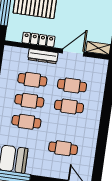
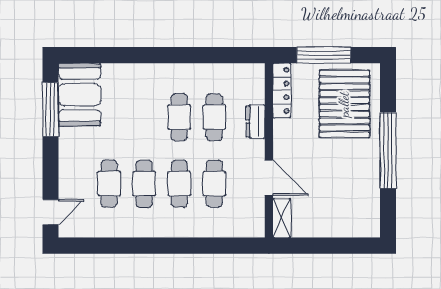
locker: (39, 40) -> (282, 90), moved
dresser: (43, 56) -> (255, 122), width x0.70
cafe table: (26, 122) -> (144, 184), moved

